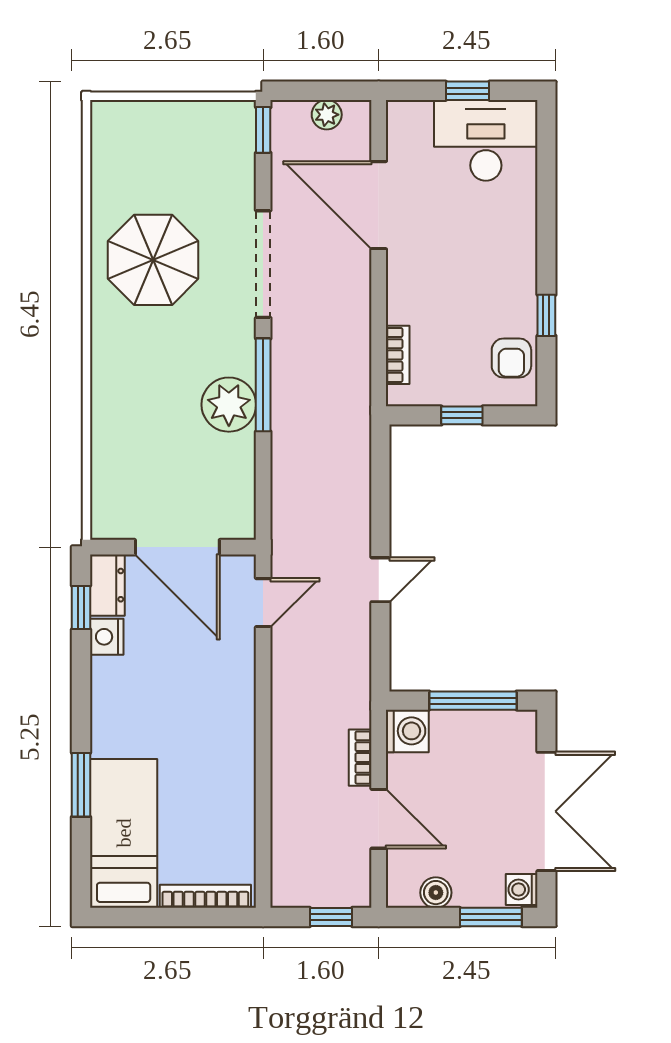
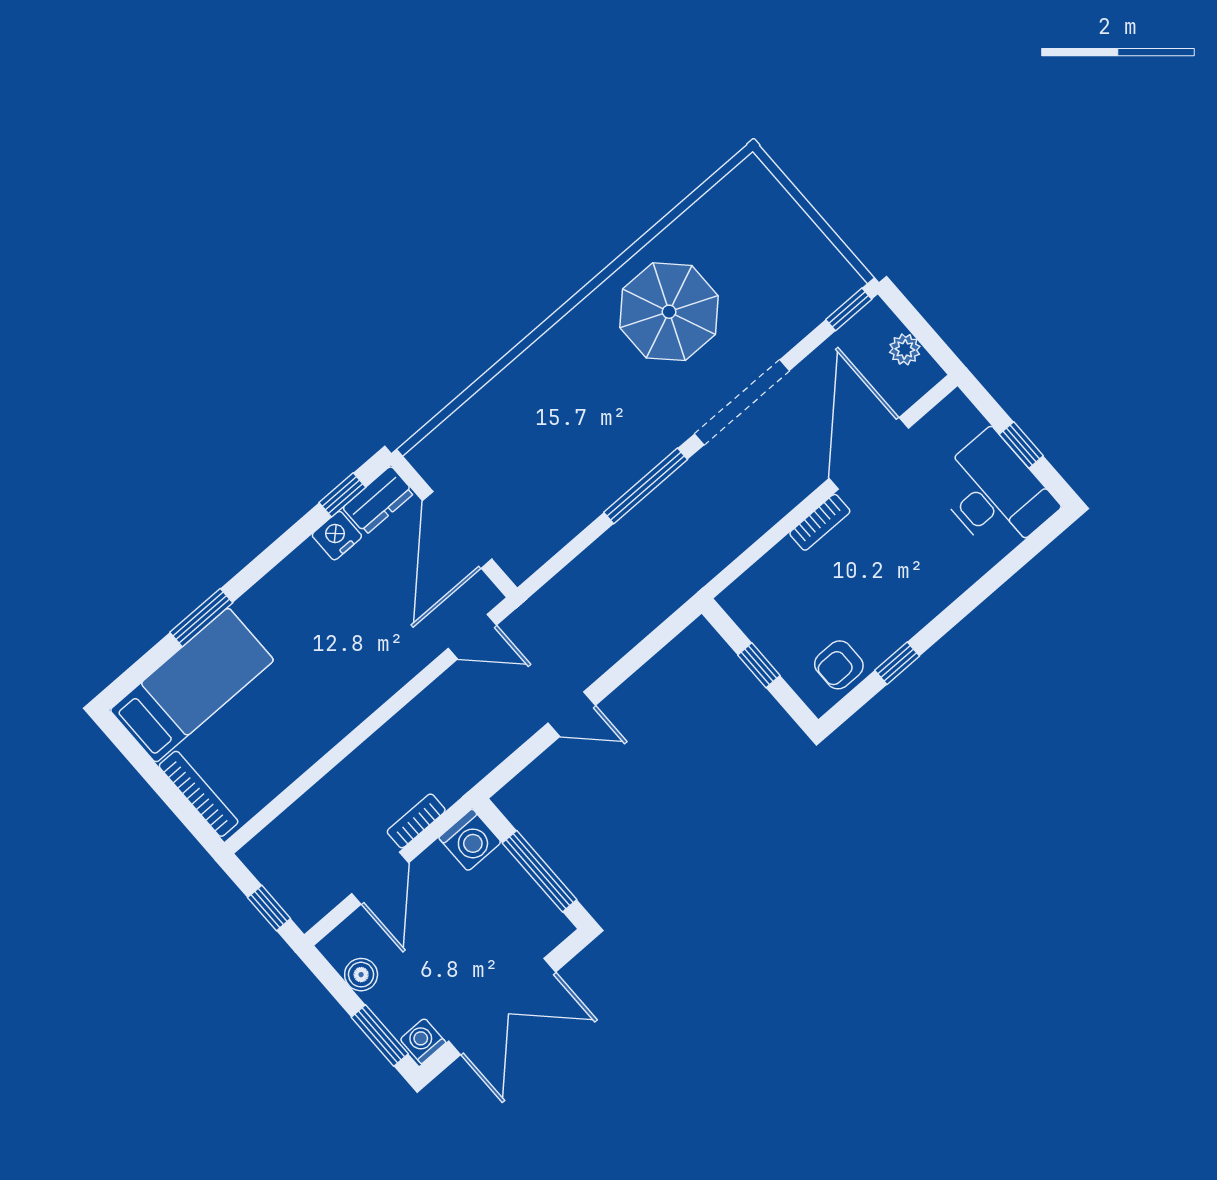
bookcase: (398, 355) -> (820, 522), moved
plant: (229, 405) -> (606, 472), removed

